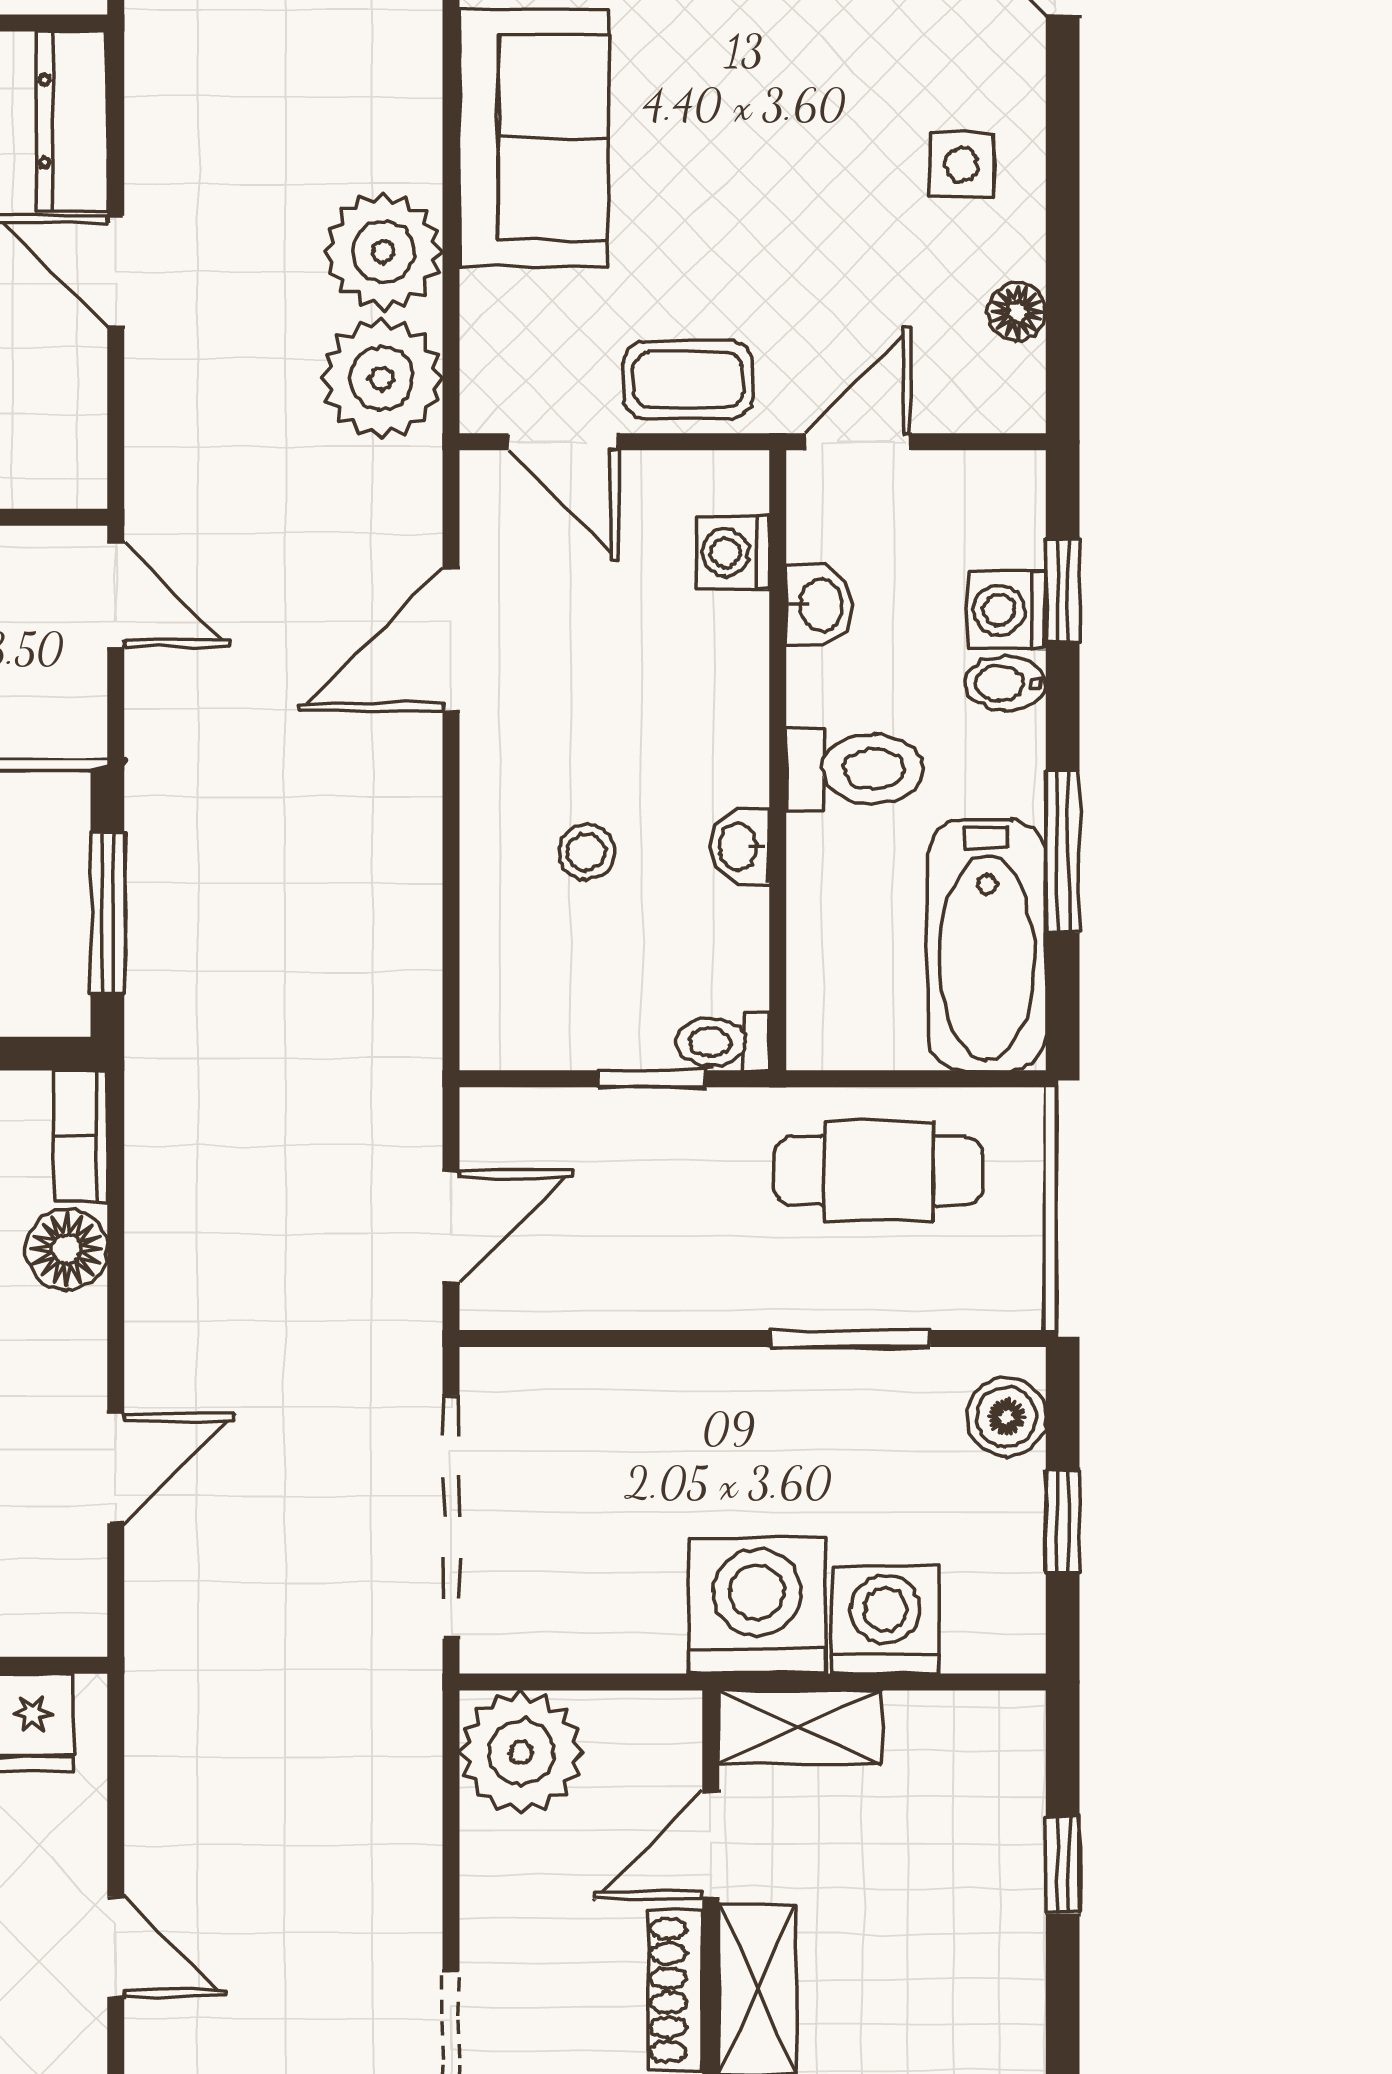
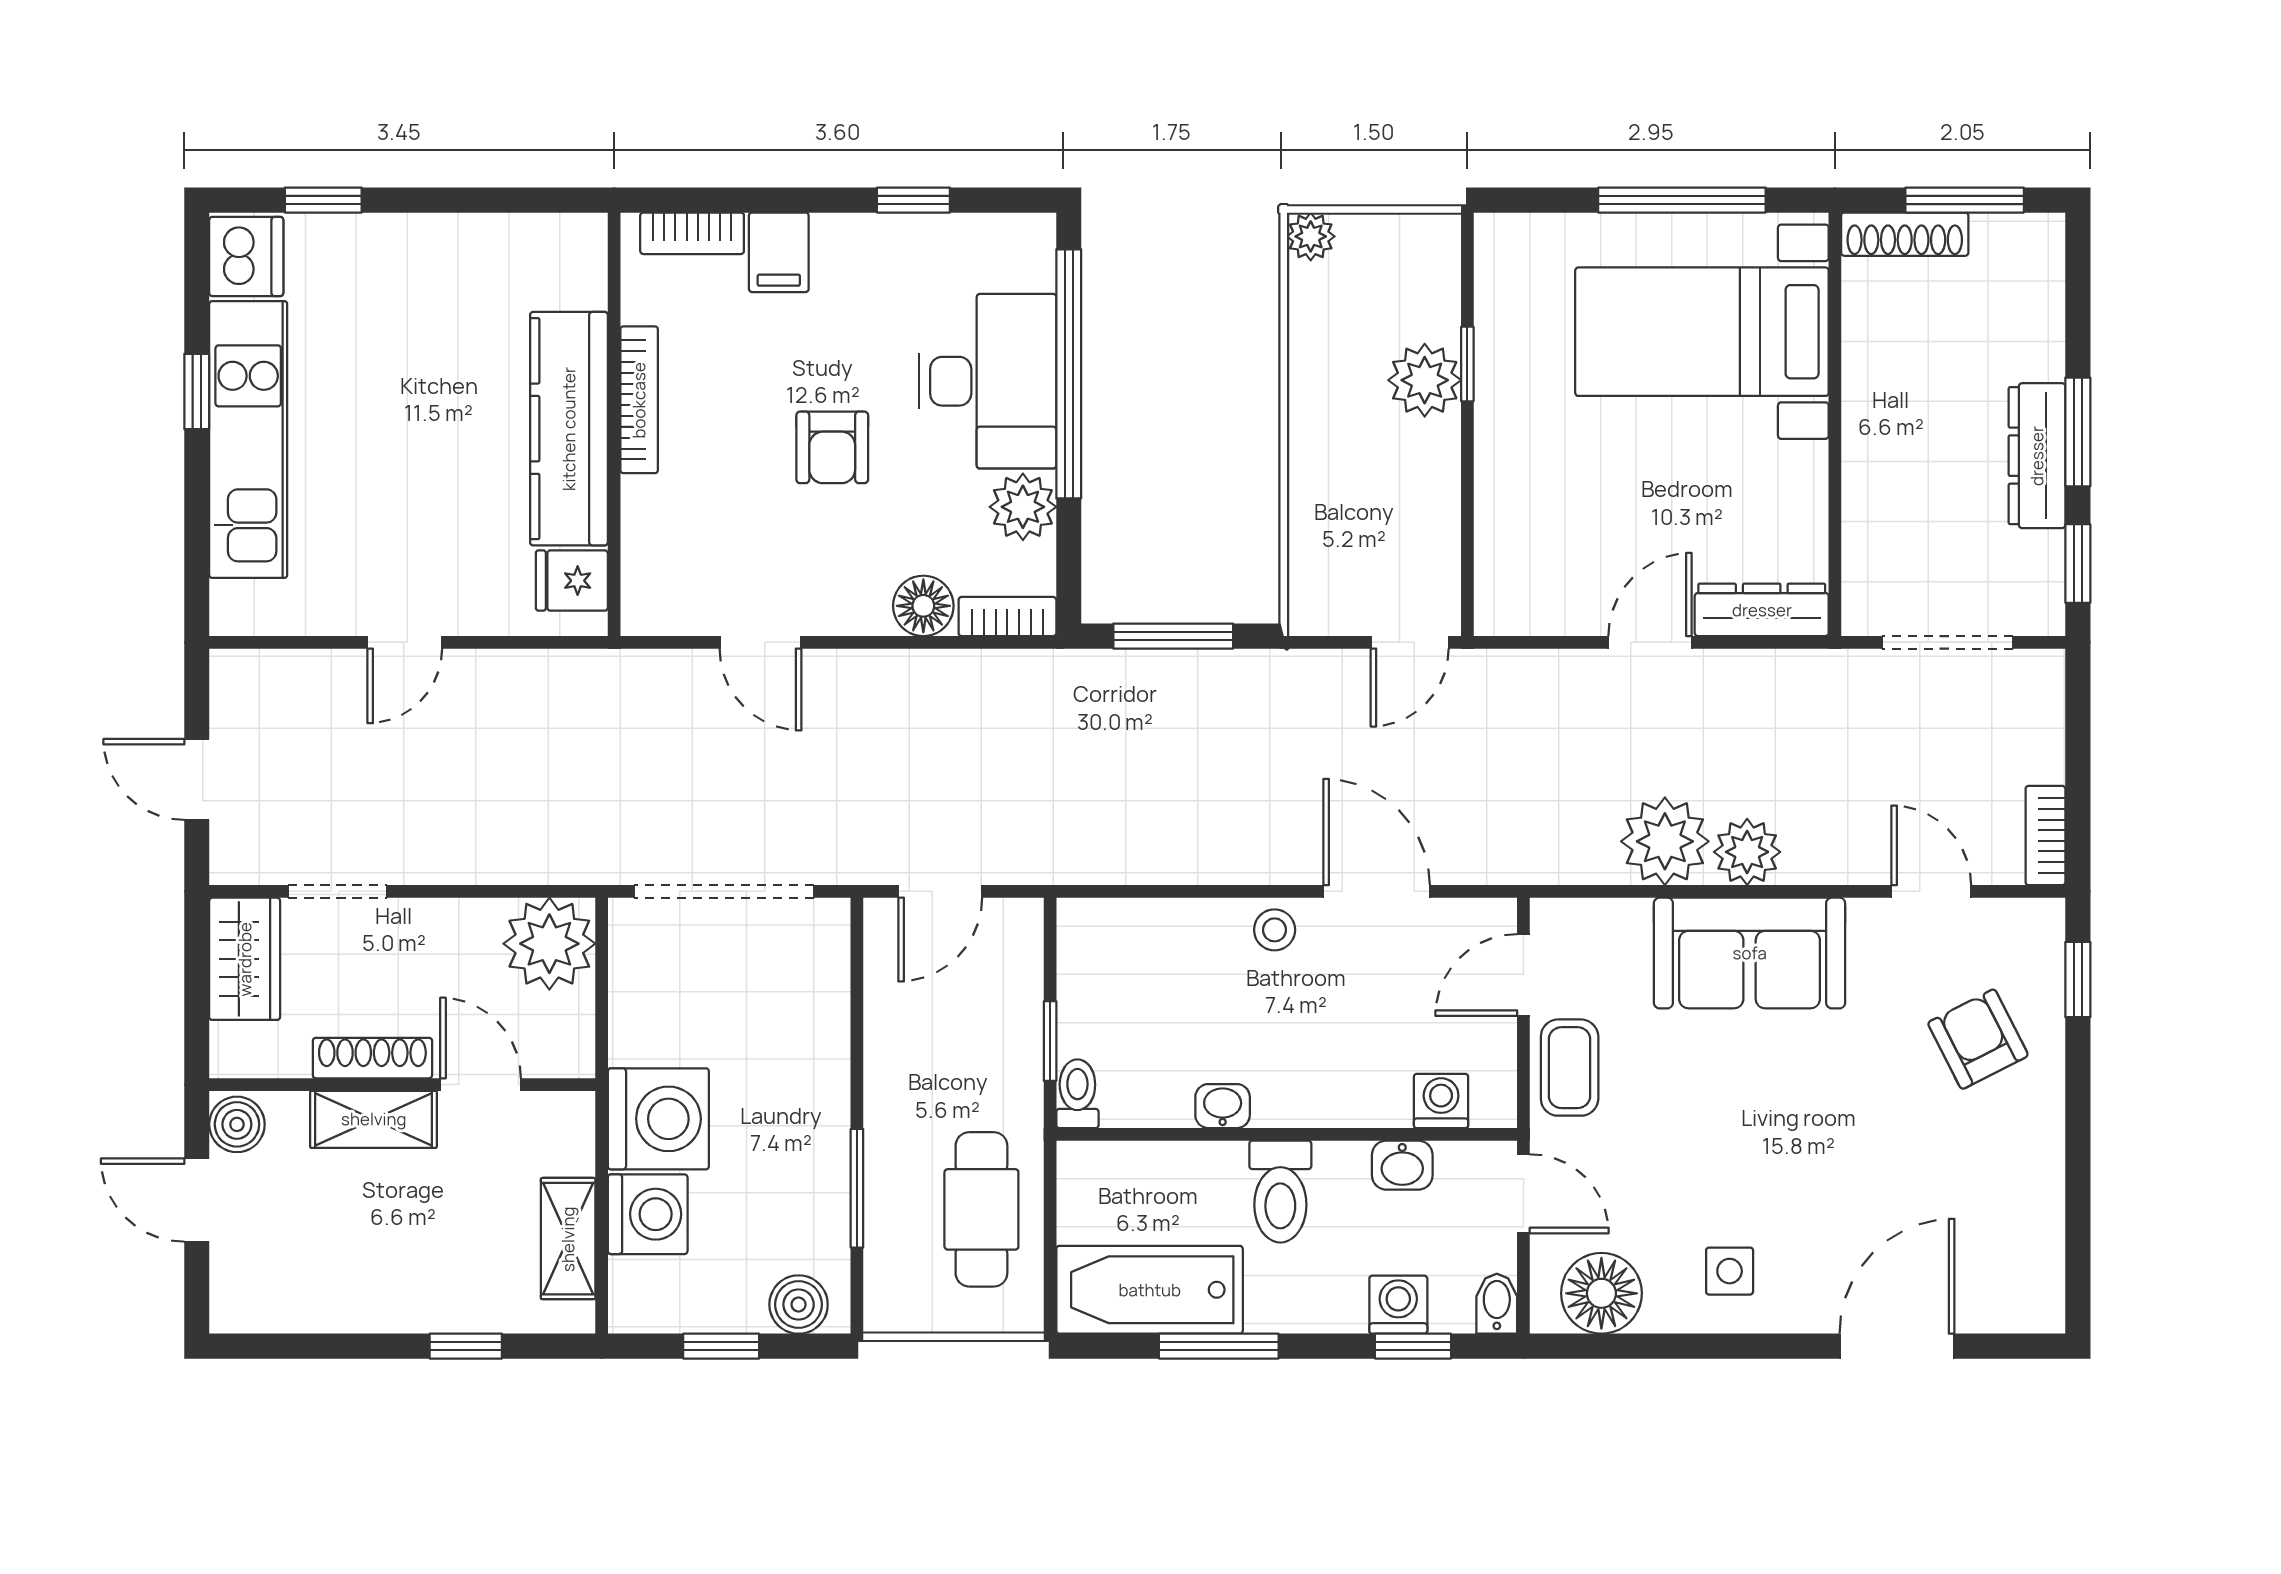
floor lamp: (1017, 311) -> (1601, 1293), width x1.89, depth x1.89
plant: (382, 378) -> (1747, 852), moved, width x0.73, depth x0.73
bidet: (1006, 683) -> (1497, 1304), moved
stool: (587, 852) -> (1275, 930), moved
door: (451, 1227) -> (940, 891), hinge flipped
shelving: (801, 1727) -> (568, 1239), moved

